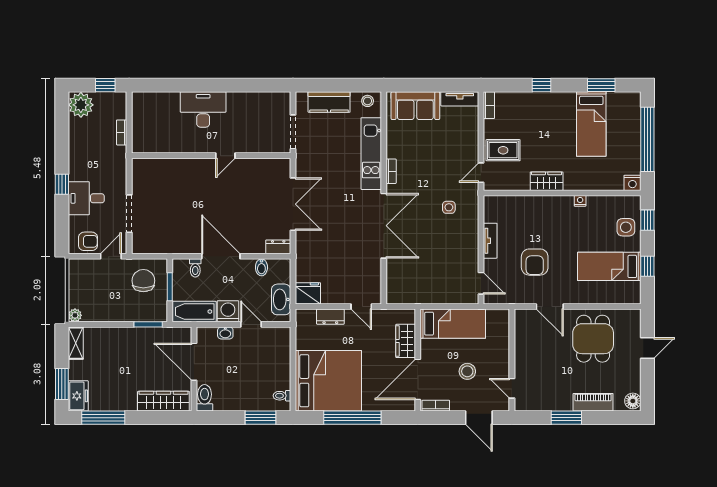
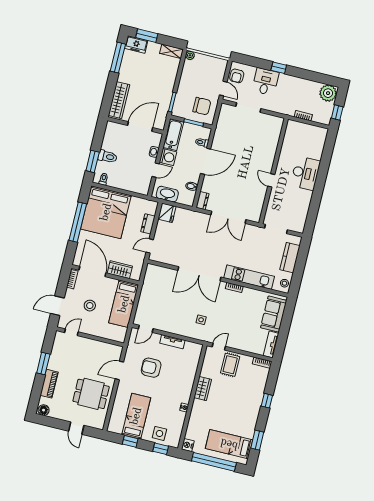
bed: (591, 124) -> (229, 444), moved
door: (481, 173) -> (219, 347), hinge flipped
toilet: (205, 398) -> (108, 157), moved

